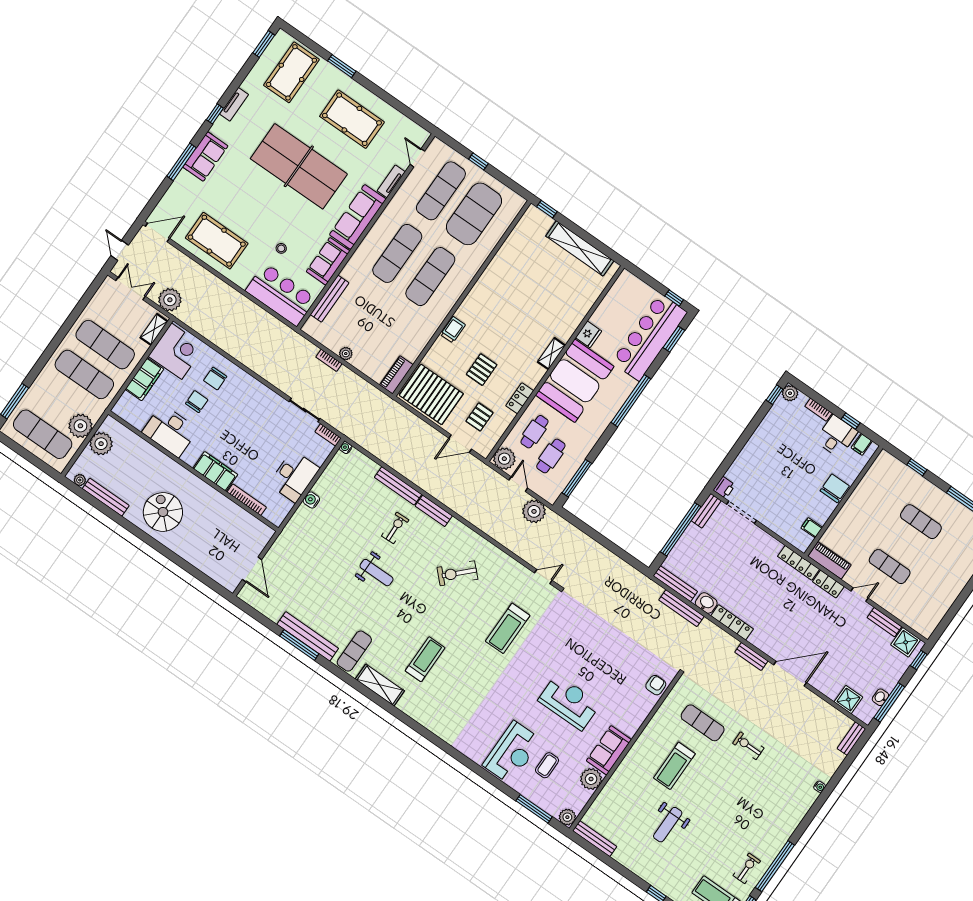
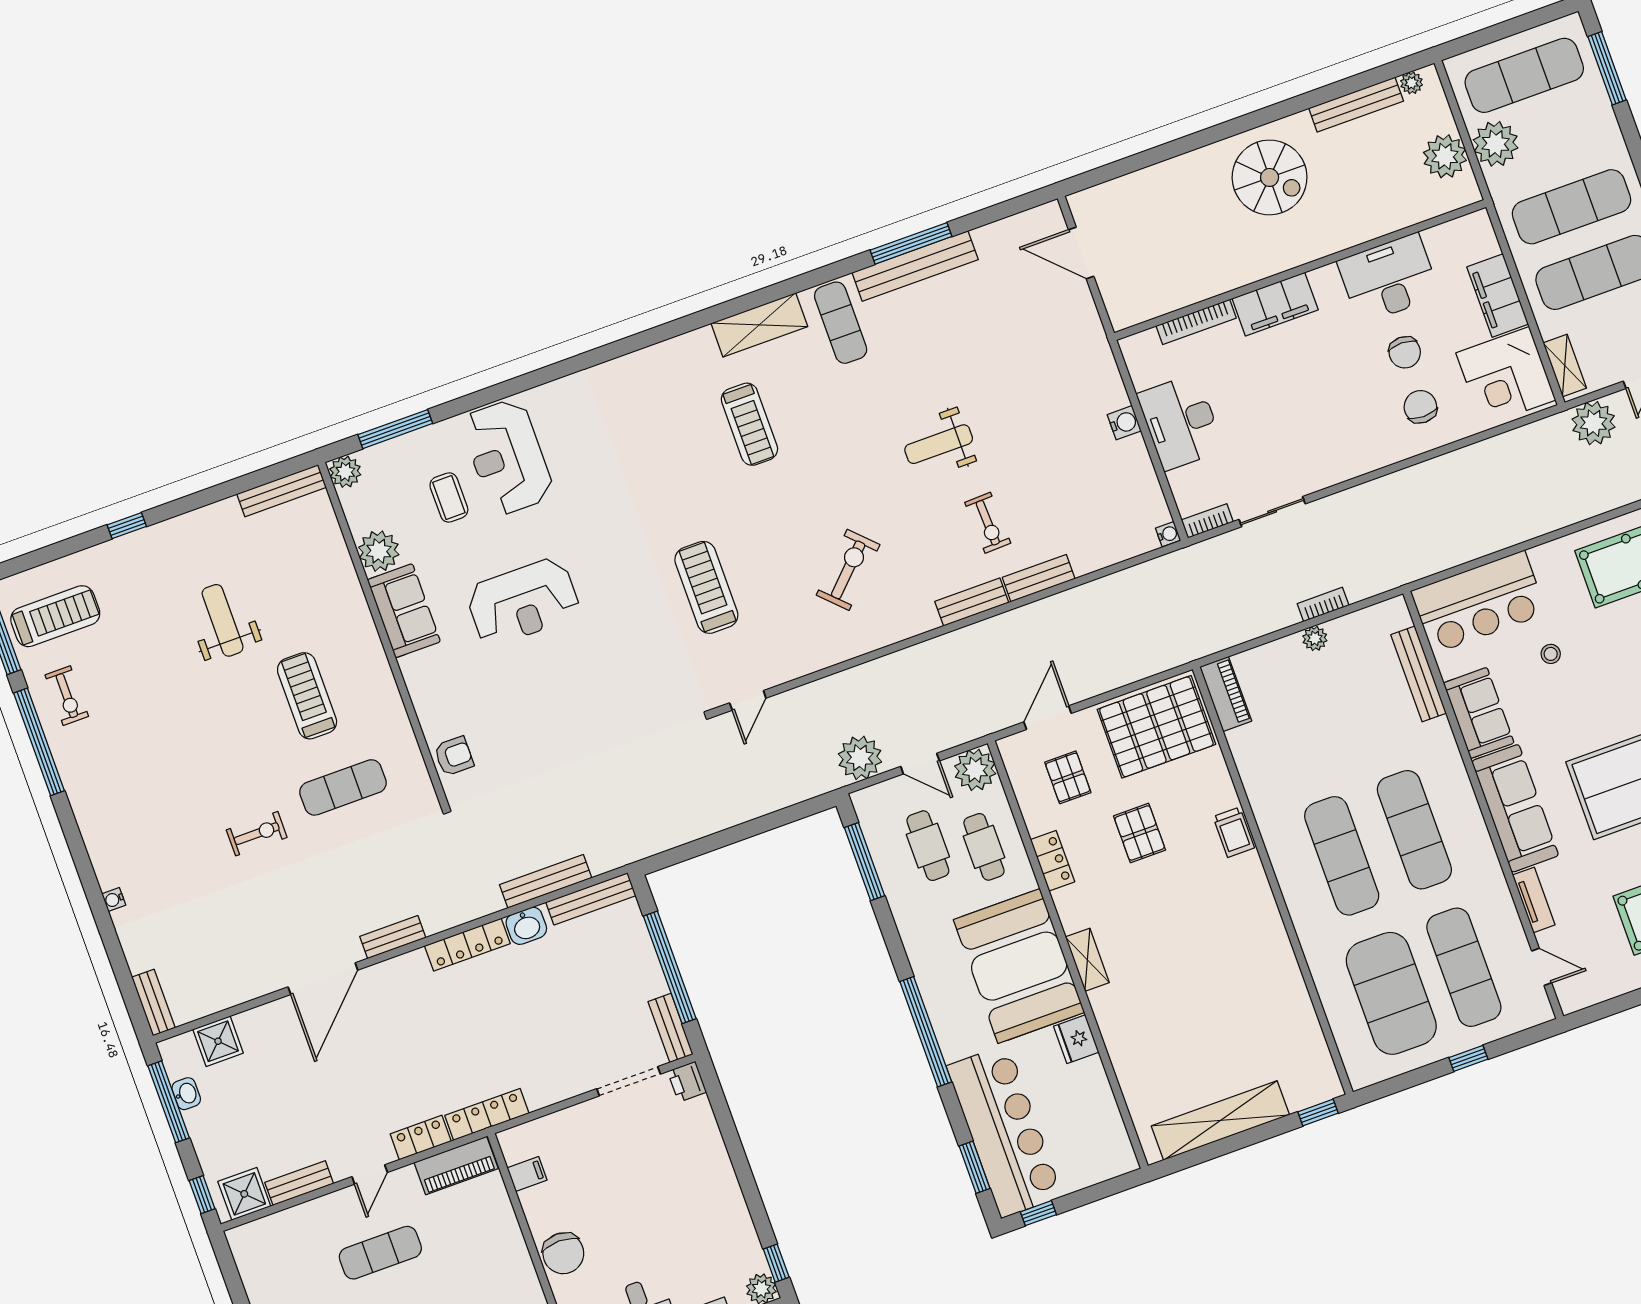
bench: (398, 486) -> (1039, 578), width x0.73
armchair: (656, 685) -> (454, 756), turned -90

